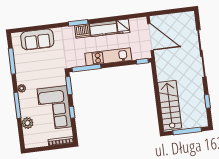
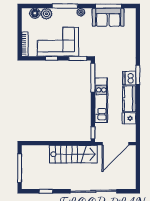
sofa: (37, 39) -> (108, 17), moved, turned -90
stairs: (170, 105) -> (73, 154), moved
floor lamp: (28, 135) -> (35, 13), added

